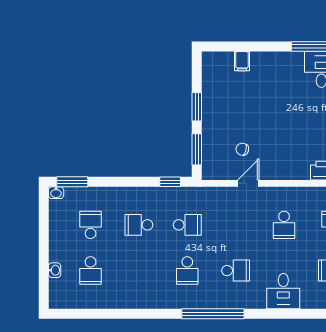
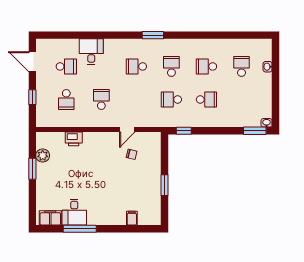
window: (197, 149) -> (165, 154), removed
school desk: (91, 225) -> (206, 66), moved, turned 90
desk: (283, 291) -> (91, 52), moved
window: (213, 314) -> (153, 35), width x0.47

